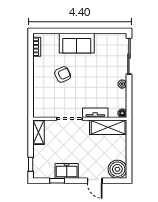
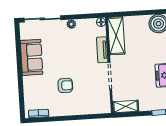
sofa: (77, 43) -> (31, 57), moved
armchair: (63, 75) -> (65, 85), turned 115

